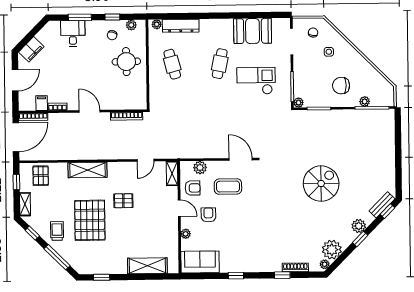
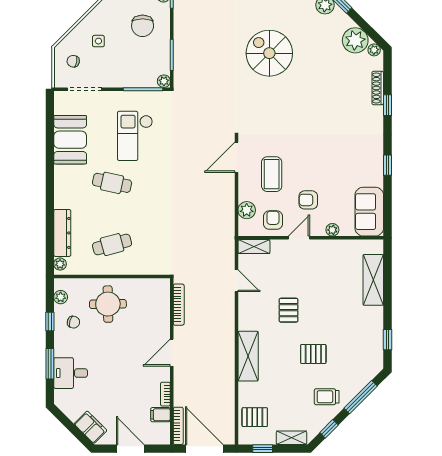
pallet: (90, 220) -> (313, 354), width x0.49, depth x0.50

